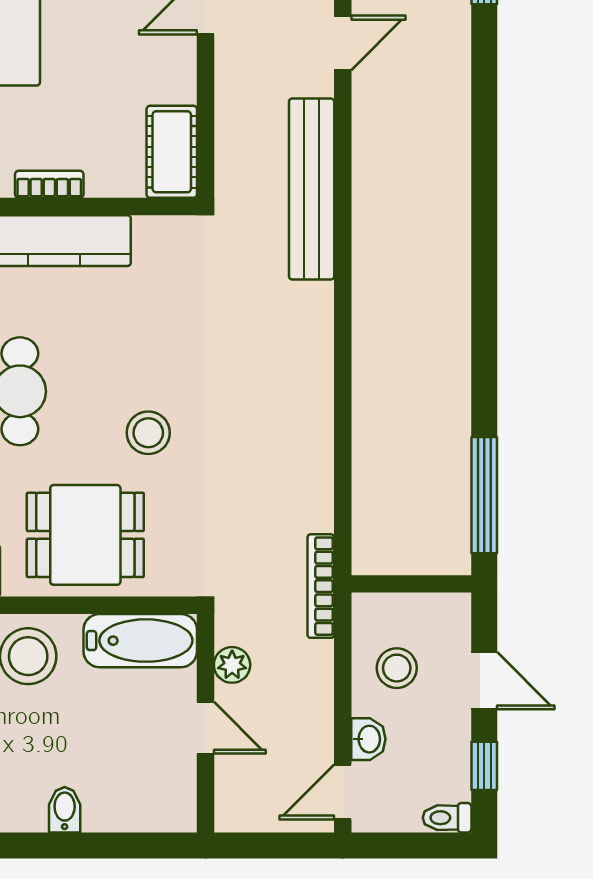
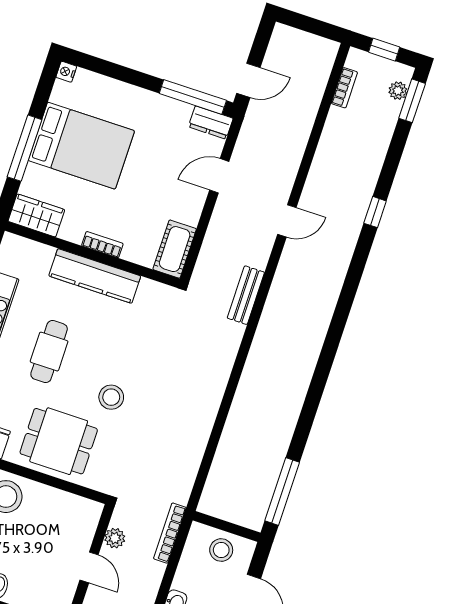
bench: (312, 189) -> (246, 295), width x0.54, depth x0.82
bookcase: (321, 586) -> (170, 533), moved
bathtub: (140, 641) -> (69, 508), removed
stool: (397, 668) -> (221, 550), moved

